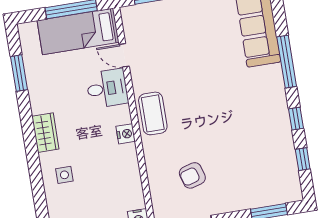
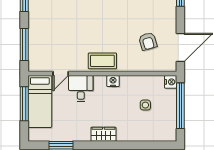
side table: (64, 175) -> (145, 105), moved

